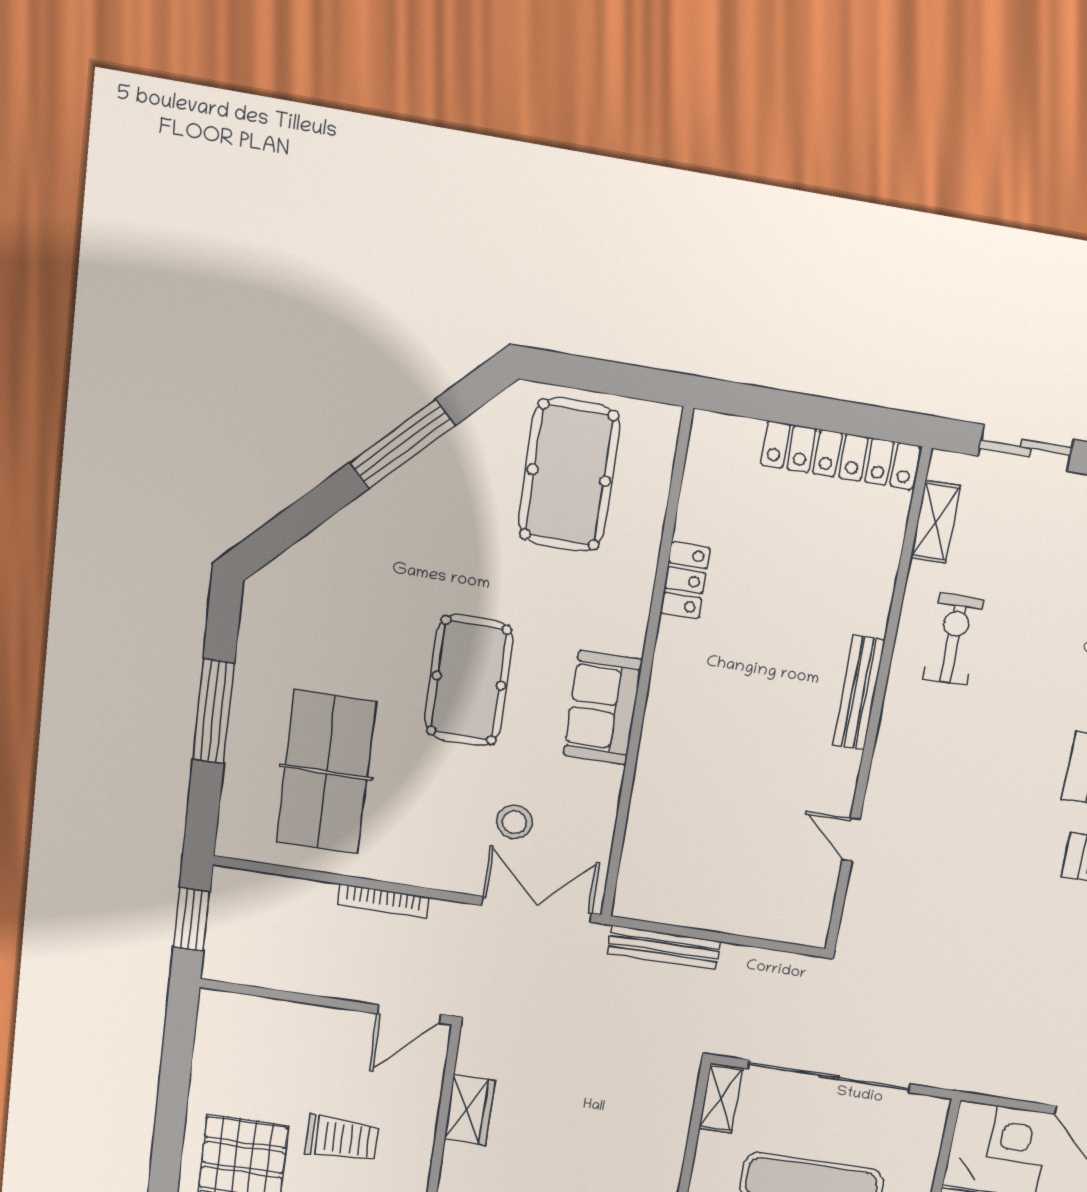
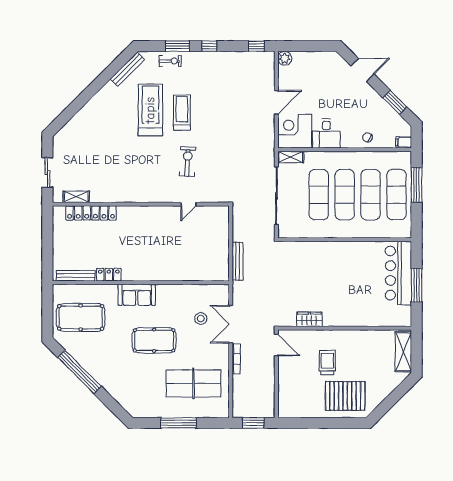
window: (402, 444) -> (79, 372), width x1.46
locker: (840, 455) -> (91, 213), moved, turned 90
exercise bike: (953, 639) -> (187, 161), moved, turned 93
bench: (859, 693) -> (76, 276), moved
sofa: (603, 708) -> (137, 295), moved
double door: (537, 909) -> (231, 324), moved
shelving: (721, 1098) -> (291, 157), moved

